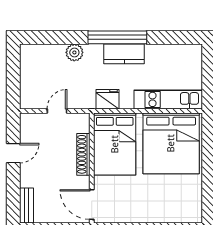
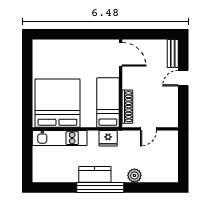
bed: (115, 144) -> (108, 103), width x0.67
door: (13, 153) -> (183, 78), moved
shoe rack: (83, 154) -> (127, 107), moved

